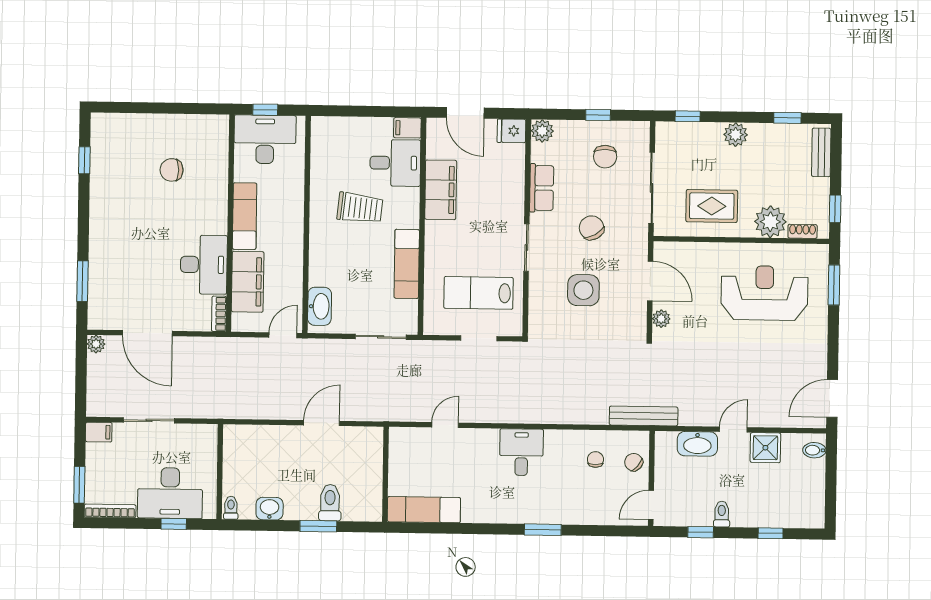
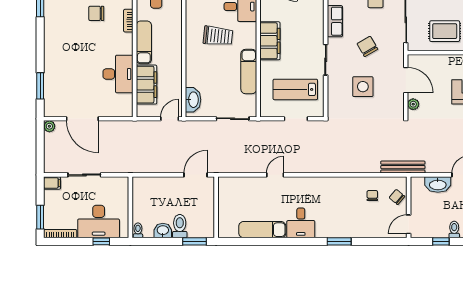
filing cabinet: (441, 190) -> (270, 41), moved
bookcase: (219, 314) -> (128, 21), moved
desk: (521, 452) -> (301, 223), moved, turned 180
wall: (385, 474) -> (216, 207), moved
toilet: (330, 503) -> (180, 226), moved

